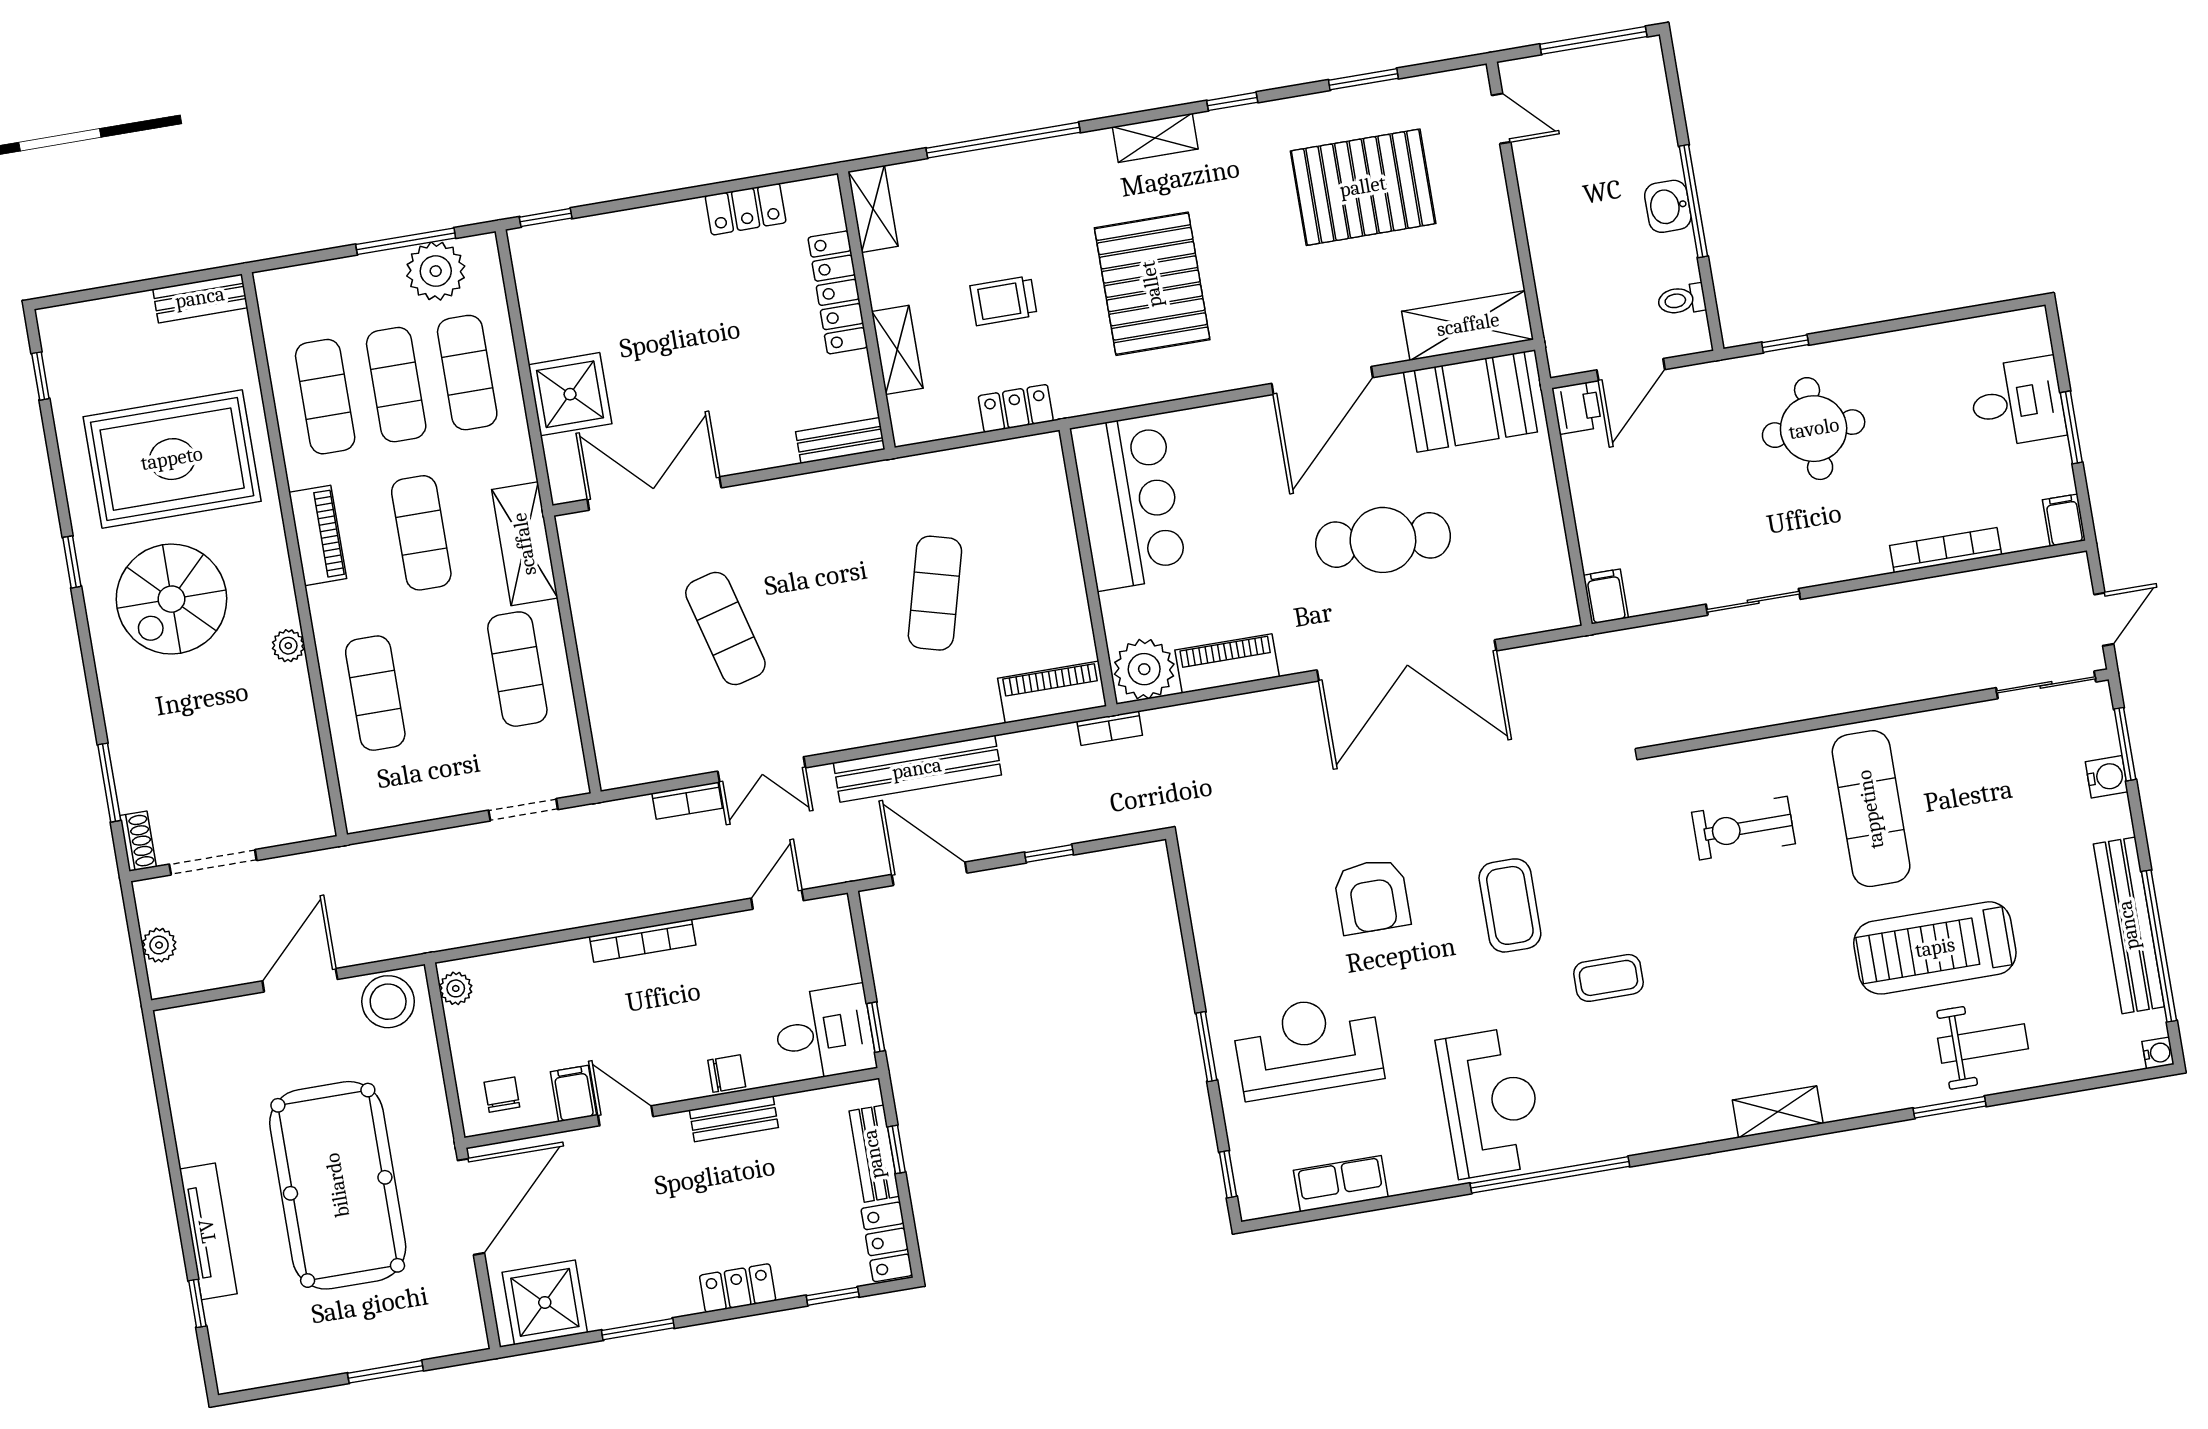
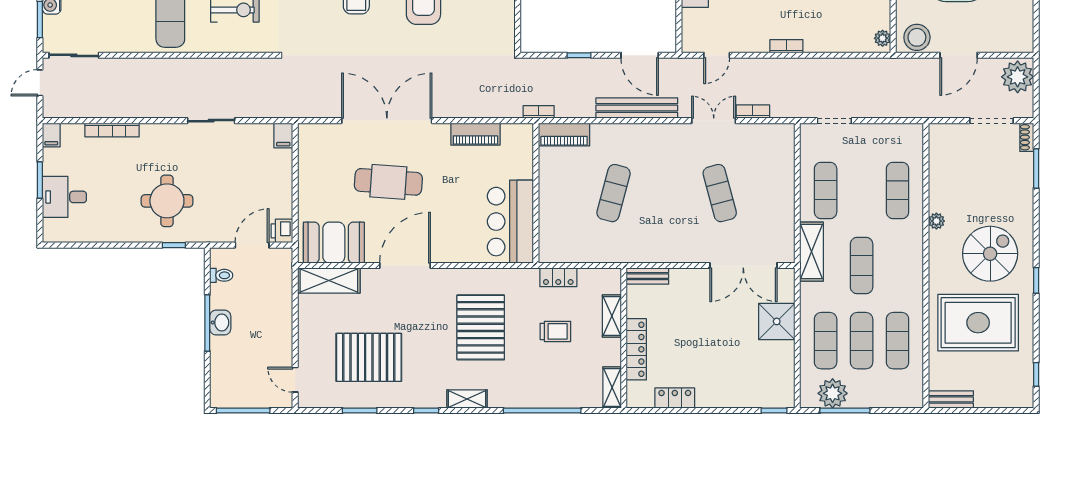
piano: (318, 535) -> (913, 273), removed
plant: (1144, 669) -> (517, 138), removed
bookcase: (643, 941) -> (786, 46), width x0.64
plant: (159, 945) -> (1018, 77), width x1.88, depth x1.88

